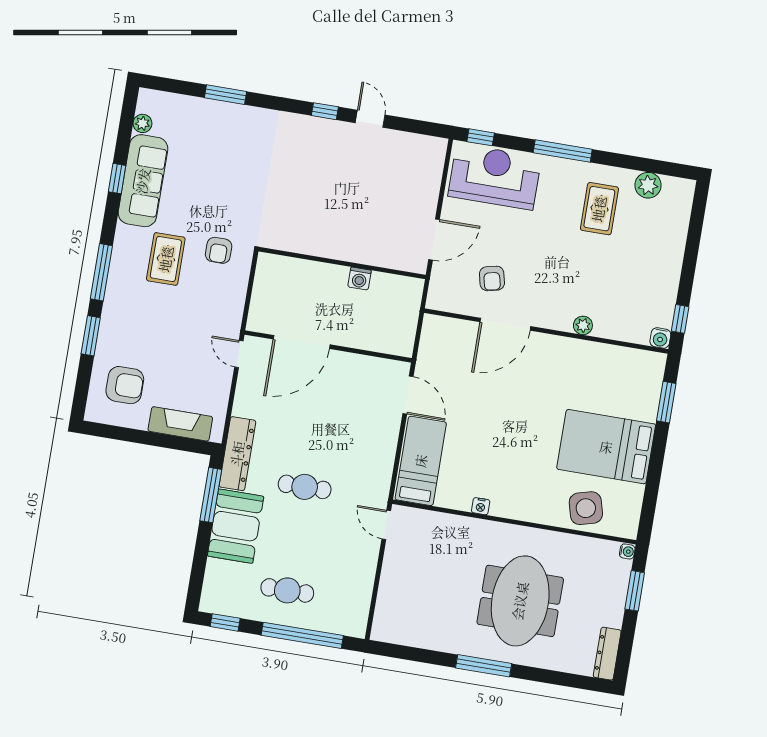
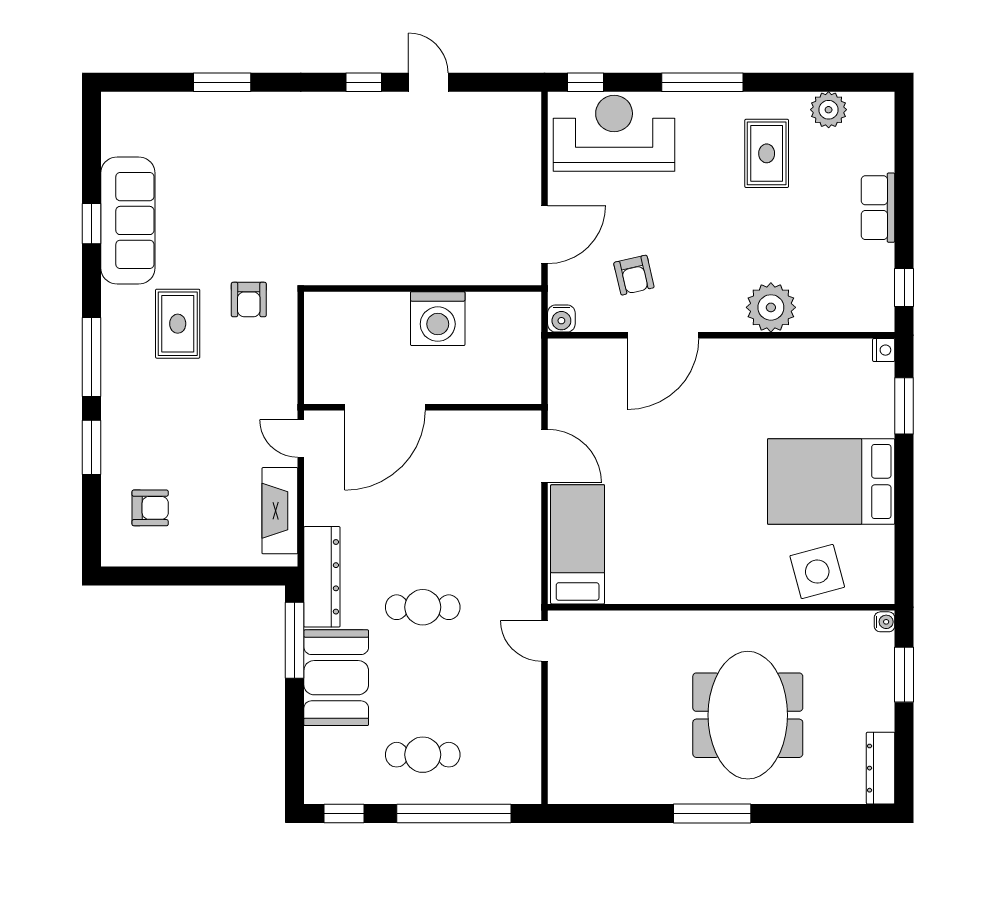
plant: (142, 123) -> (114, 141), removed
row of seats: (671, 260) -> (878, 208), added
washing machine: (359, 279) -> (438, 319), width x1.89, depth x1.89
plant: (583, 325) -> (771, 307), width x1.88, depth x1.88
water cooler: (660, 338) -> (561, 318), moved
armchair: (125, 385) -> (150, 508), width x0.72, depth x0.72
fireplace: (180, 424) -> (280, 511), moved, turned -90
nightstand: (481, 506) -> (884, 350), moved, turned -90

